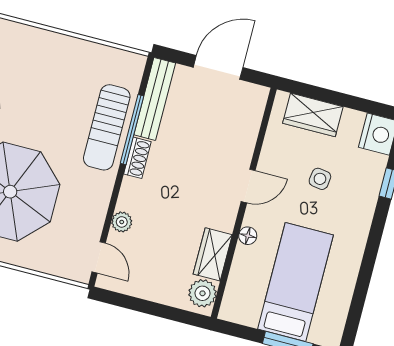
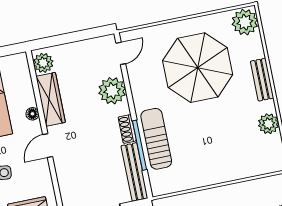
plant: (122, 222) -> (112, 91), width x1.87, depth x1.87
wardrobe: (213, 254) -> (51, 99), width x1.50
door: (99, 257) -> (121, 53), swing flipped

